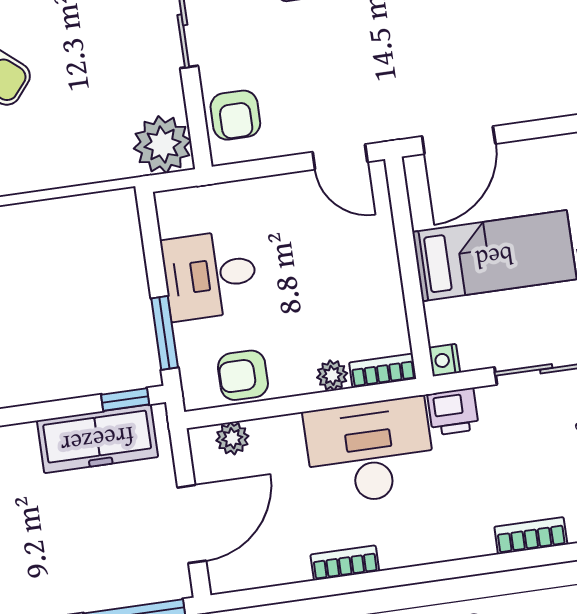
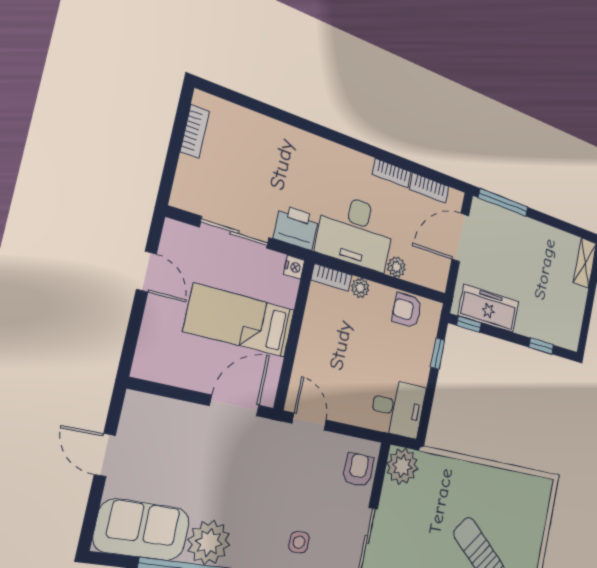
desk: (210, 275) -> (398, 408), moved
window: (165, 333) -> (438, 354), width x0.67
armchair: (243, 375) -> (407, 310), turned 180
printer: (453, 412) -> (296, 228), width x1.36, depth x1.24
plant: (232, 438) -> (396, 267), moved
bookcase: (531, 536) -> (429, 188), moved

